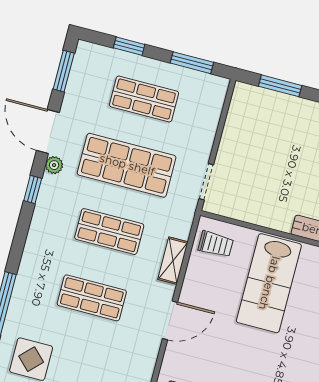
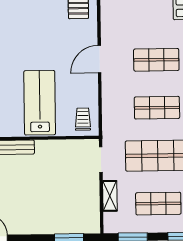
trolley: (216, 244) -> (83, 119), turned 90
shelving: (173, 261) -> (110, 196), moved

